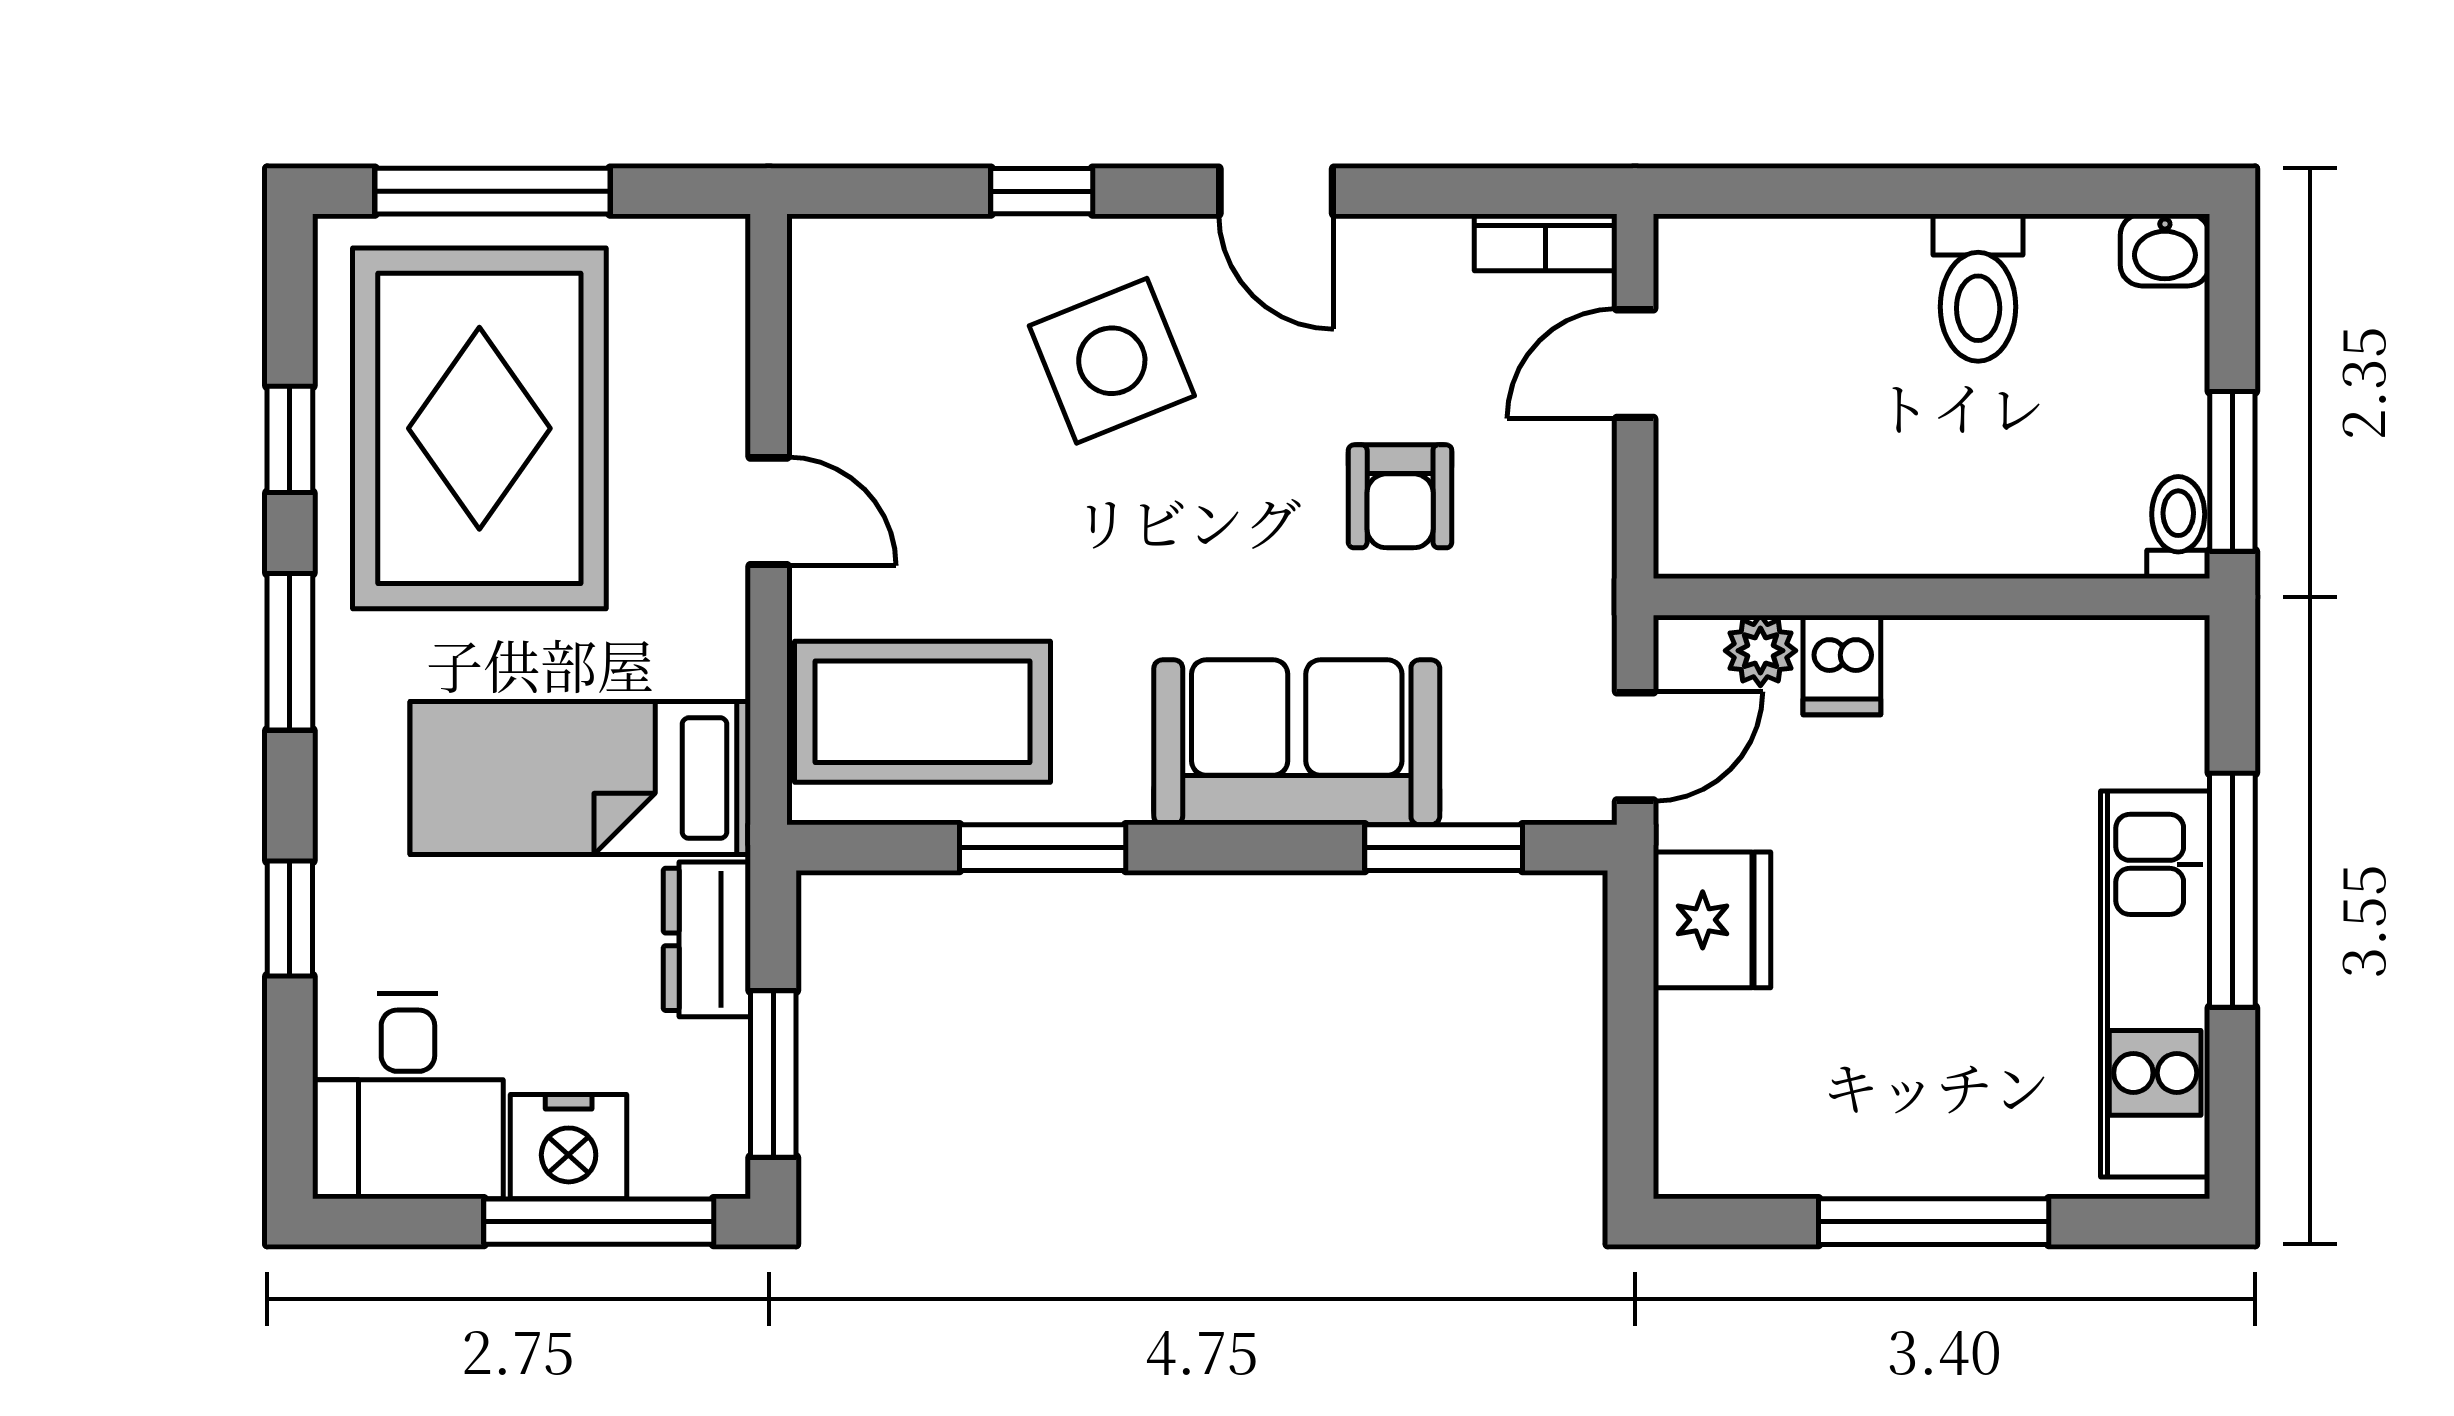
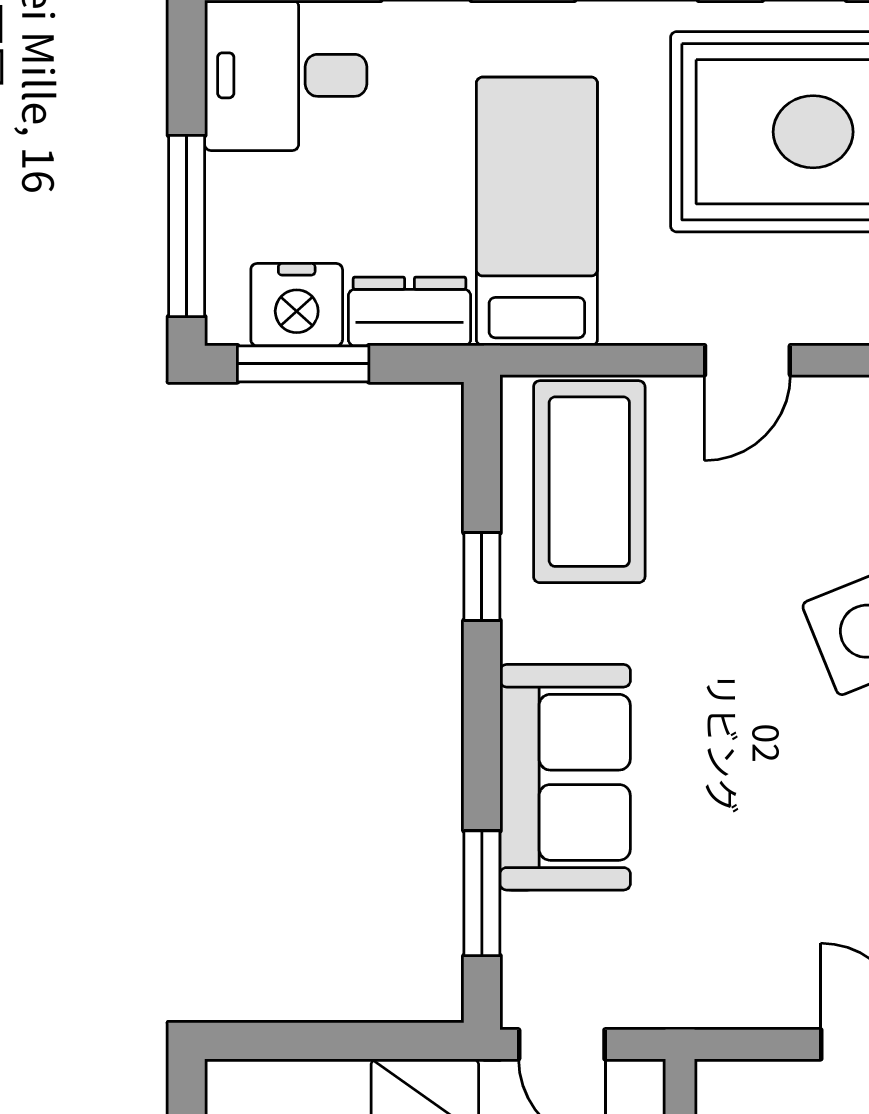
armchair: (1400, 496) -> (759, 859), removed
window: (1043, 848) -> (482, 577), width x0.67
nightstand: (569, 1147) -> (297, 305), moved, turned -90

